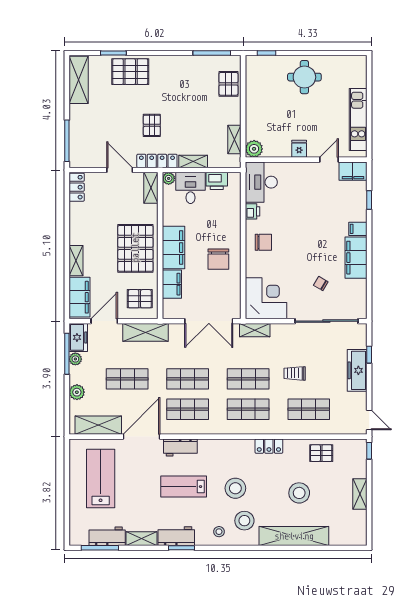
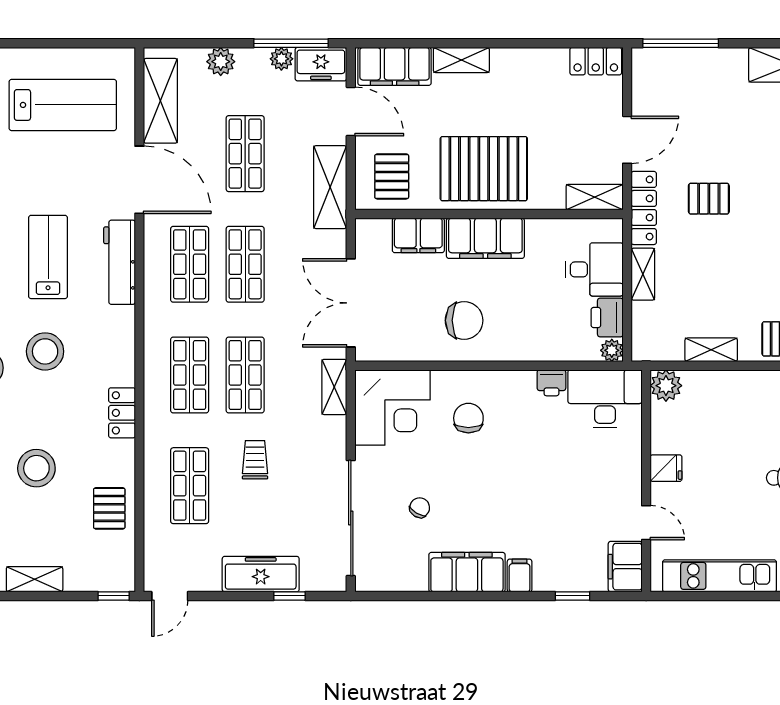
shelving: (234, 139) -> (711, 350), moved
plant: (169, 178) -> (612, 350), moved
chair: (263, 242) -> (468, 418), moved, turned 180
chair: (218, 259) -> (464, 320), turned 180
workbench: (180, 448) -> (120, 262), width x1.38

